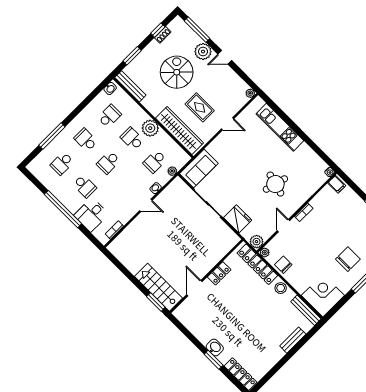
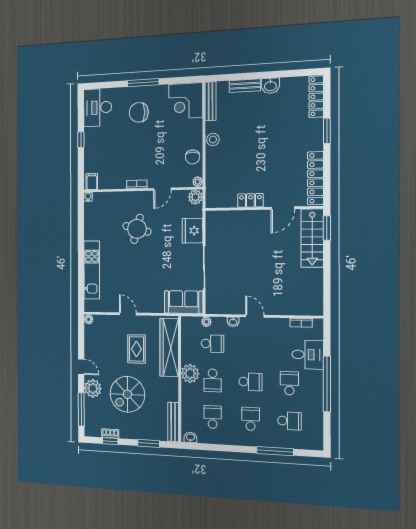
school desk: (109, 116) -> (213, 417), turned 90
school desk: (86, 140) -> (251, 419), turned 180
locker: (257, 264) -> (316, 178), moved, turned 180
washbasin: (215, 348) -> (270, 86), moved, turned -90

